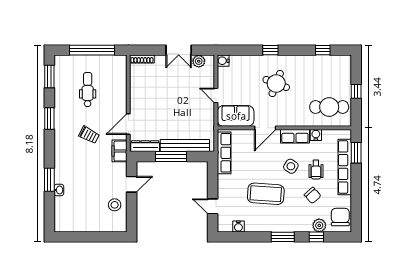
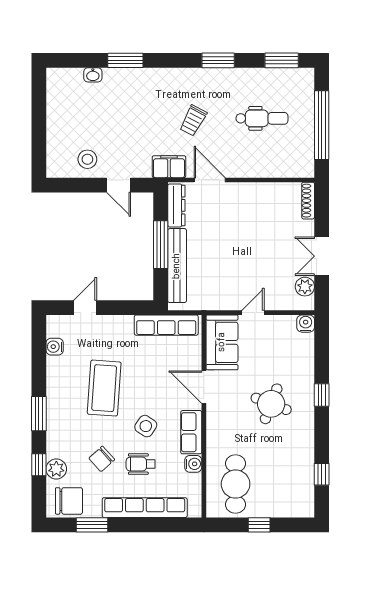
window: (356, 153) -> (92, 525), moved
washbasin: (59, 190) -> (93, 75), moved

